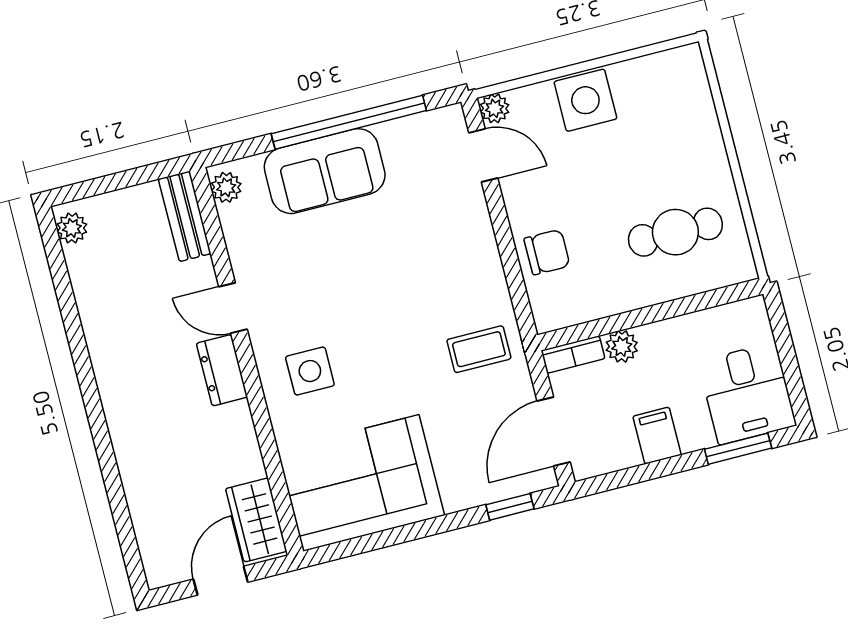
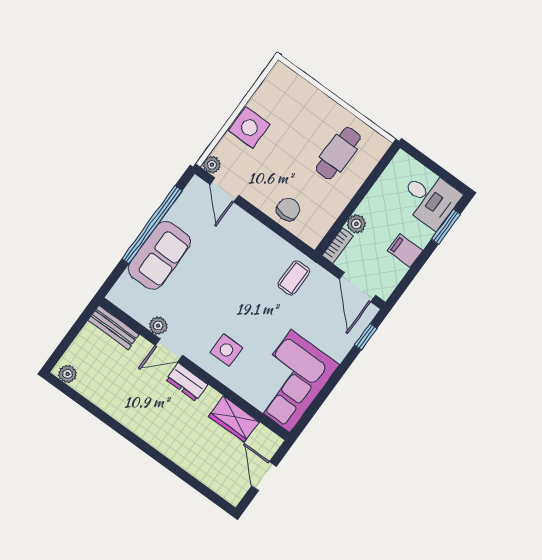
door: (483, 155) -> (224, 190), swing flipped
plant: (226, 187) -> (158, 326), moved
wardrobe: (256, 520) -> (234, 419), moved

